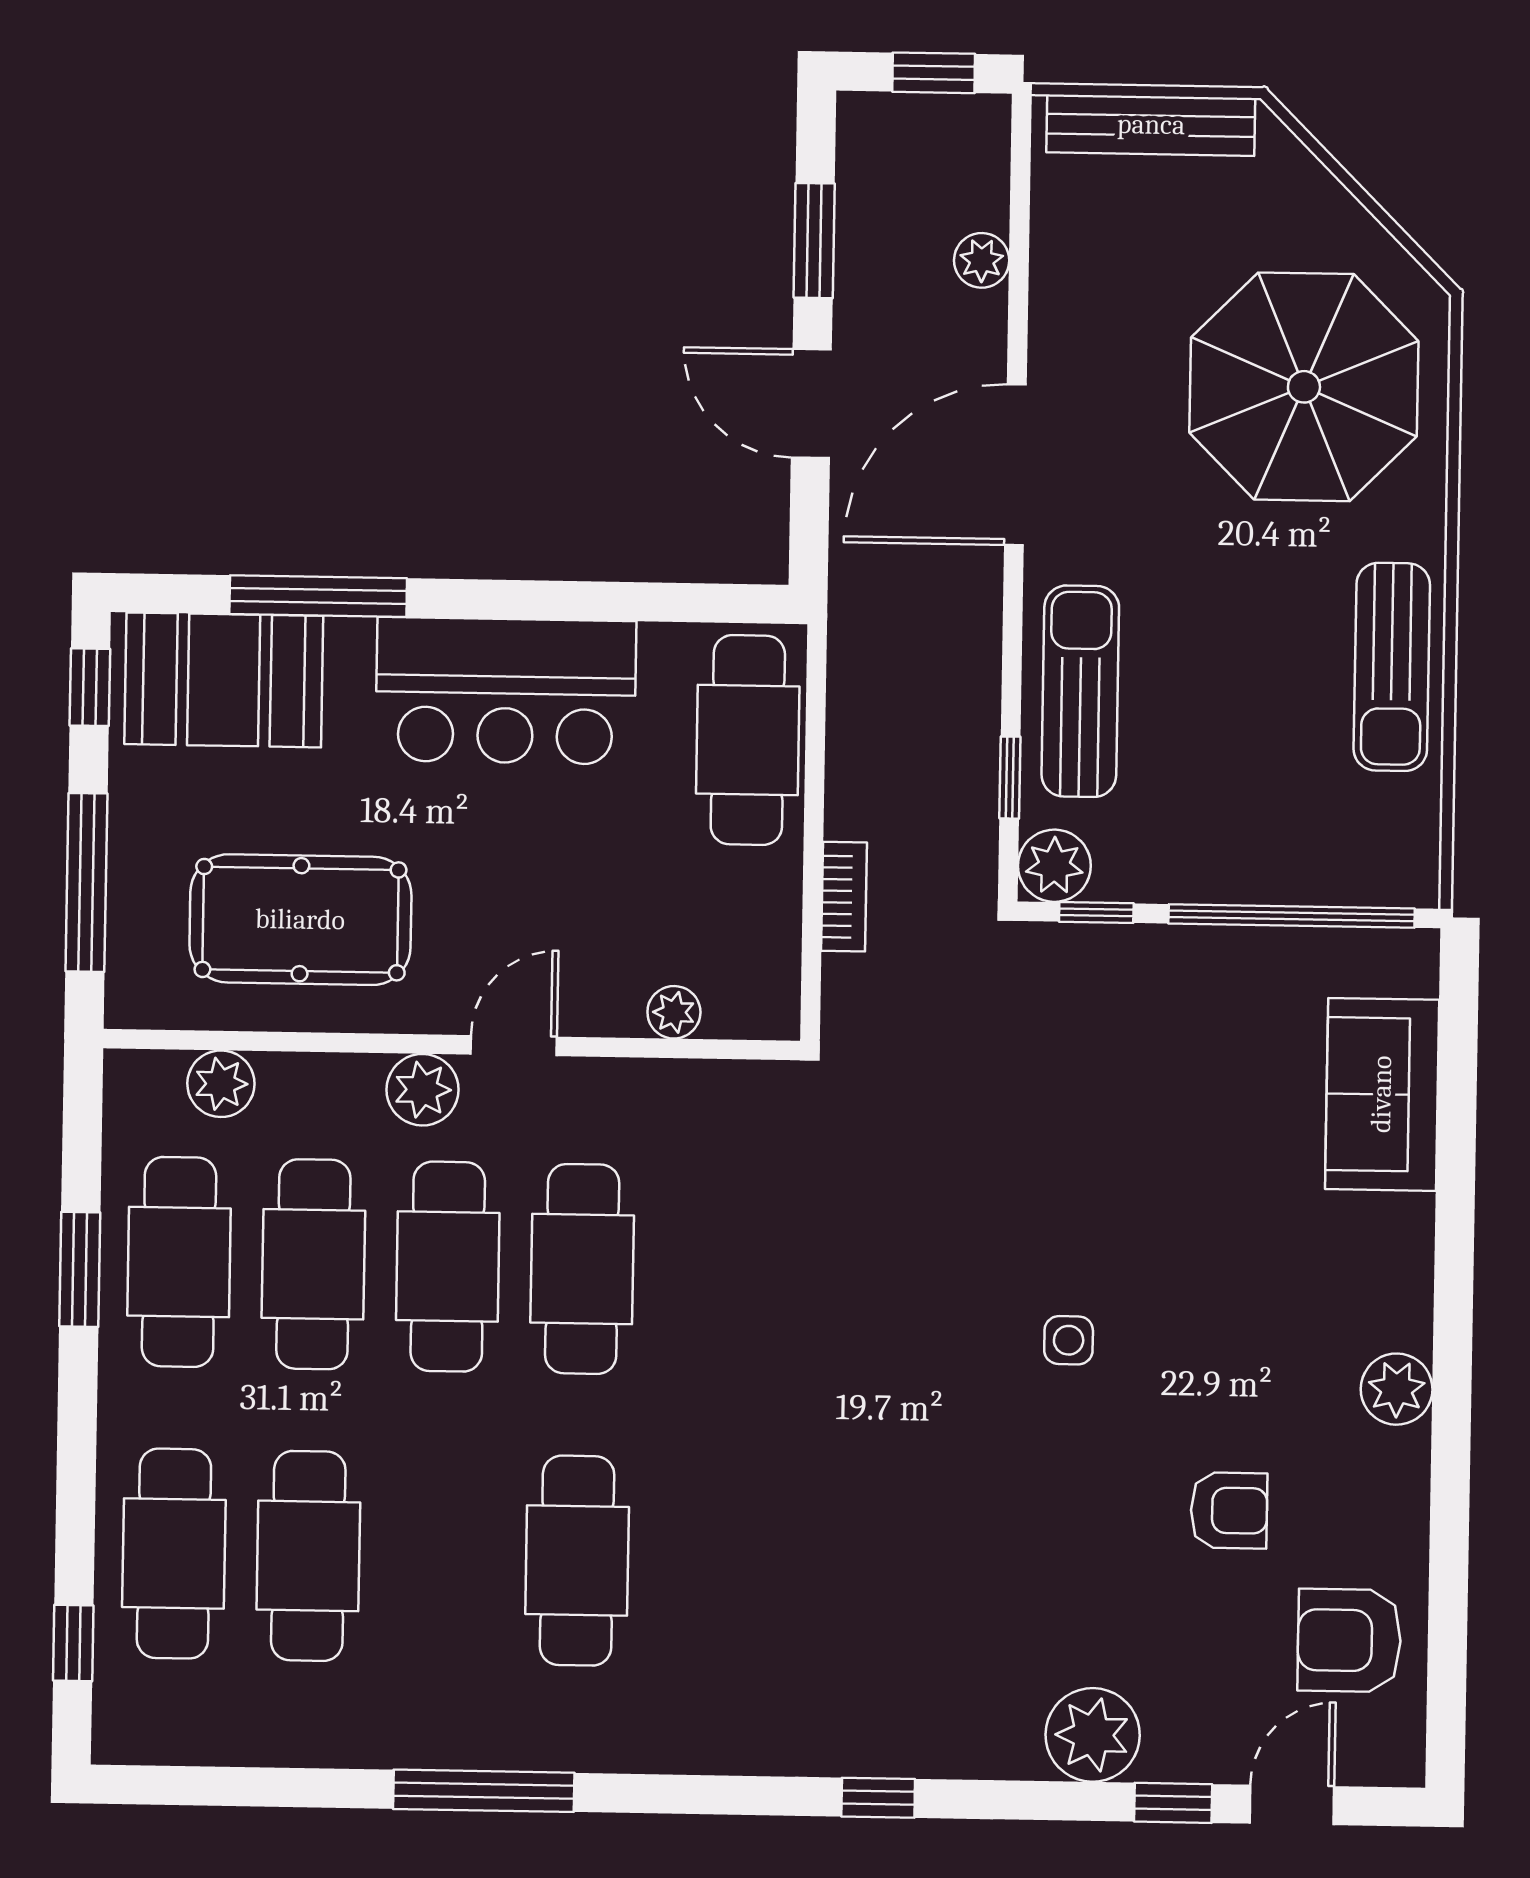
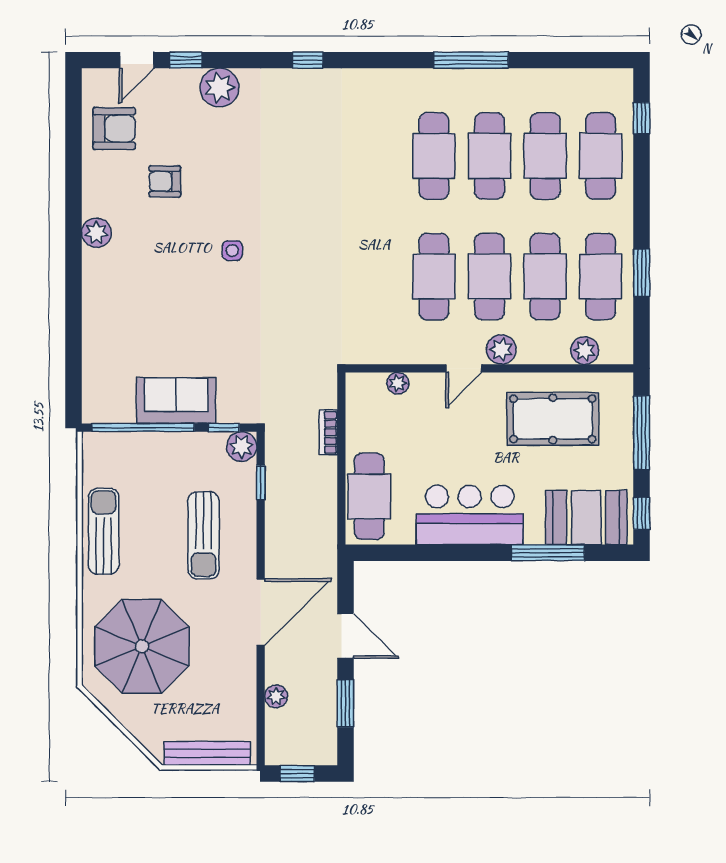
sun lounger: (1080, 691) -> (204, 535), moved
sofa: (1382, 1094) -> (176, 401), moved, turned -90
cafe table: (443, 1558) -> (489, 156), added

